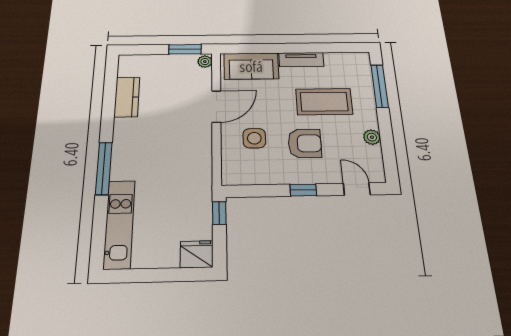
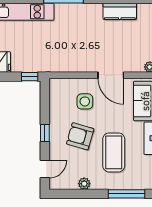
armchair: (305, 143) -> (80, 136), turned 106

